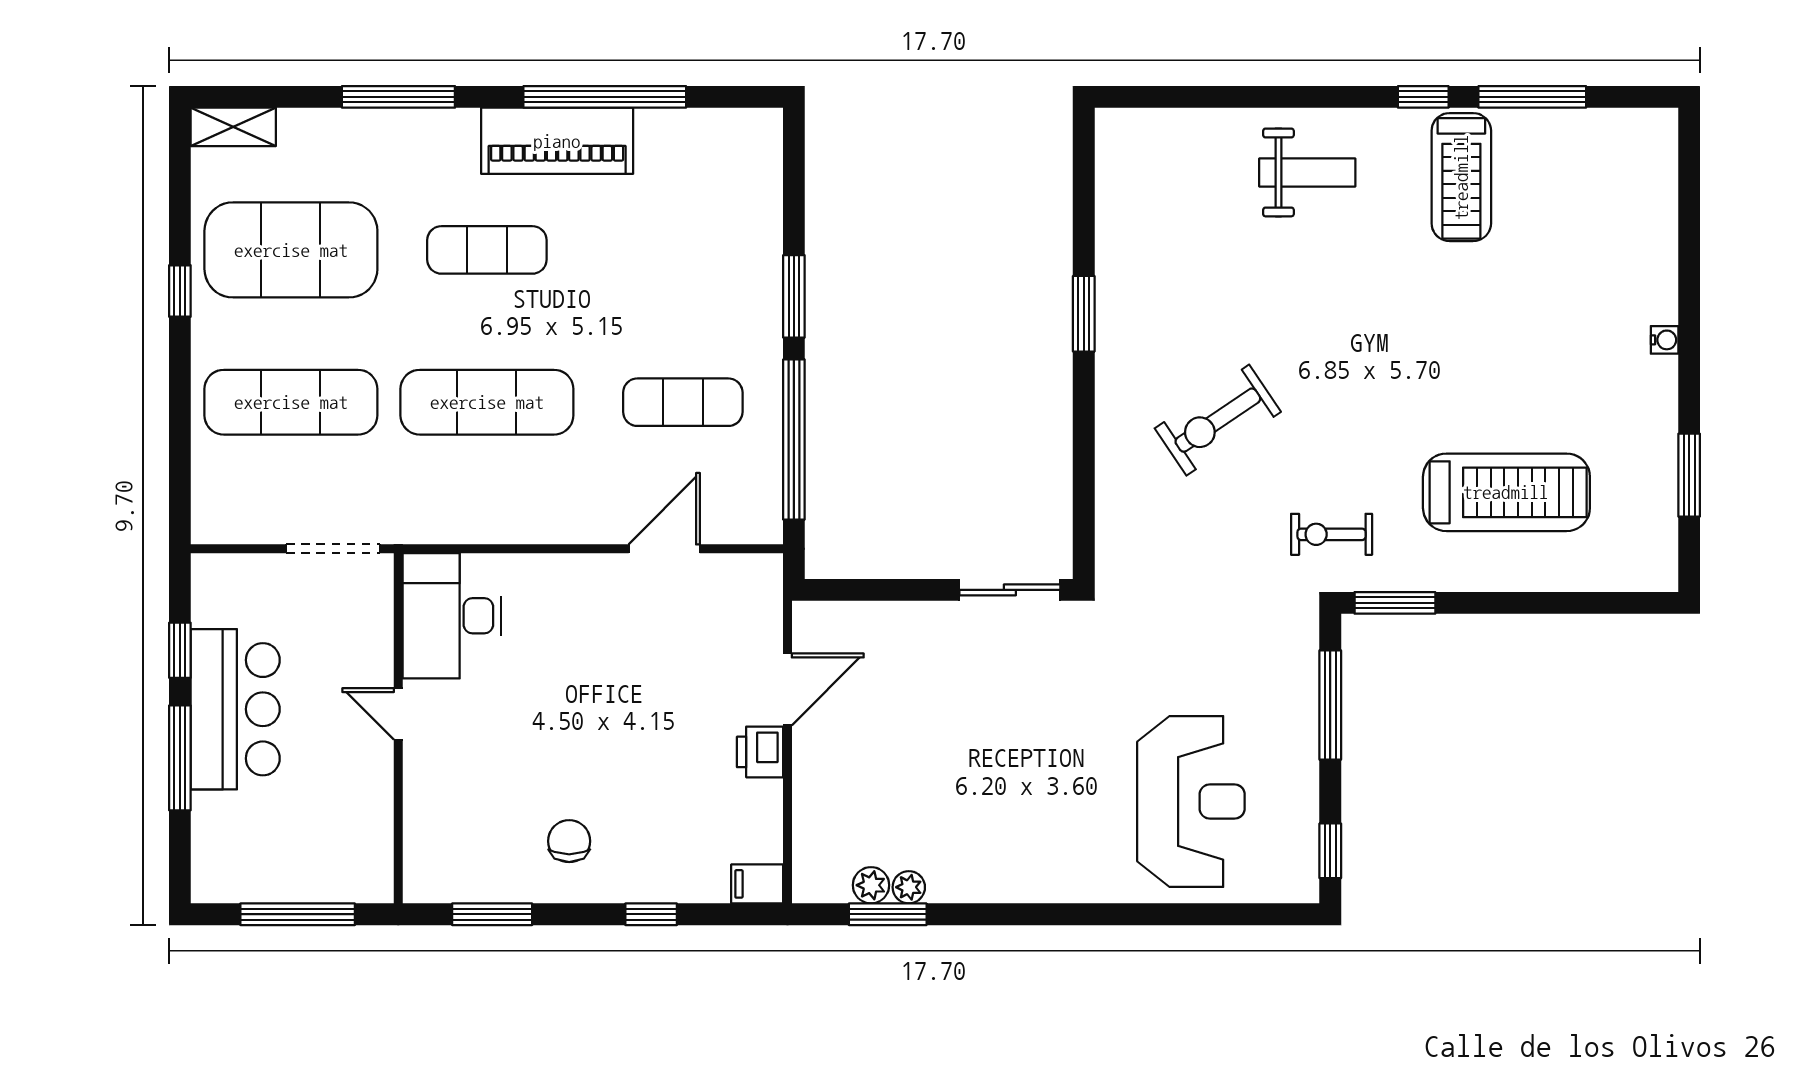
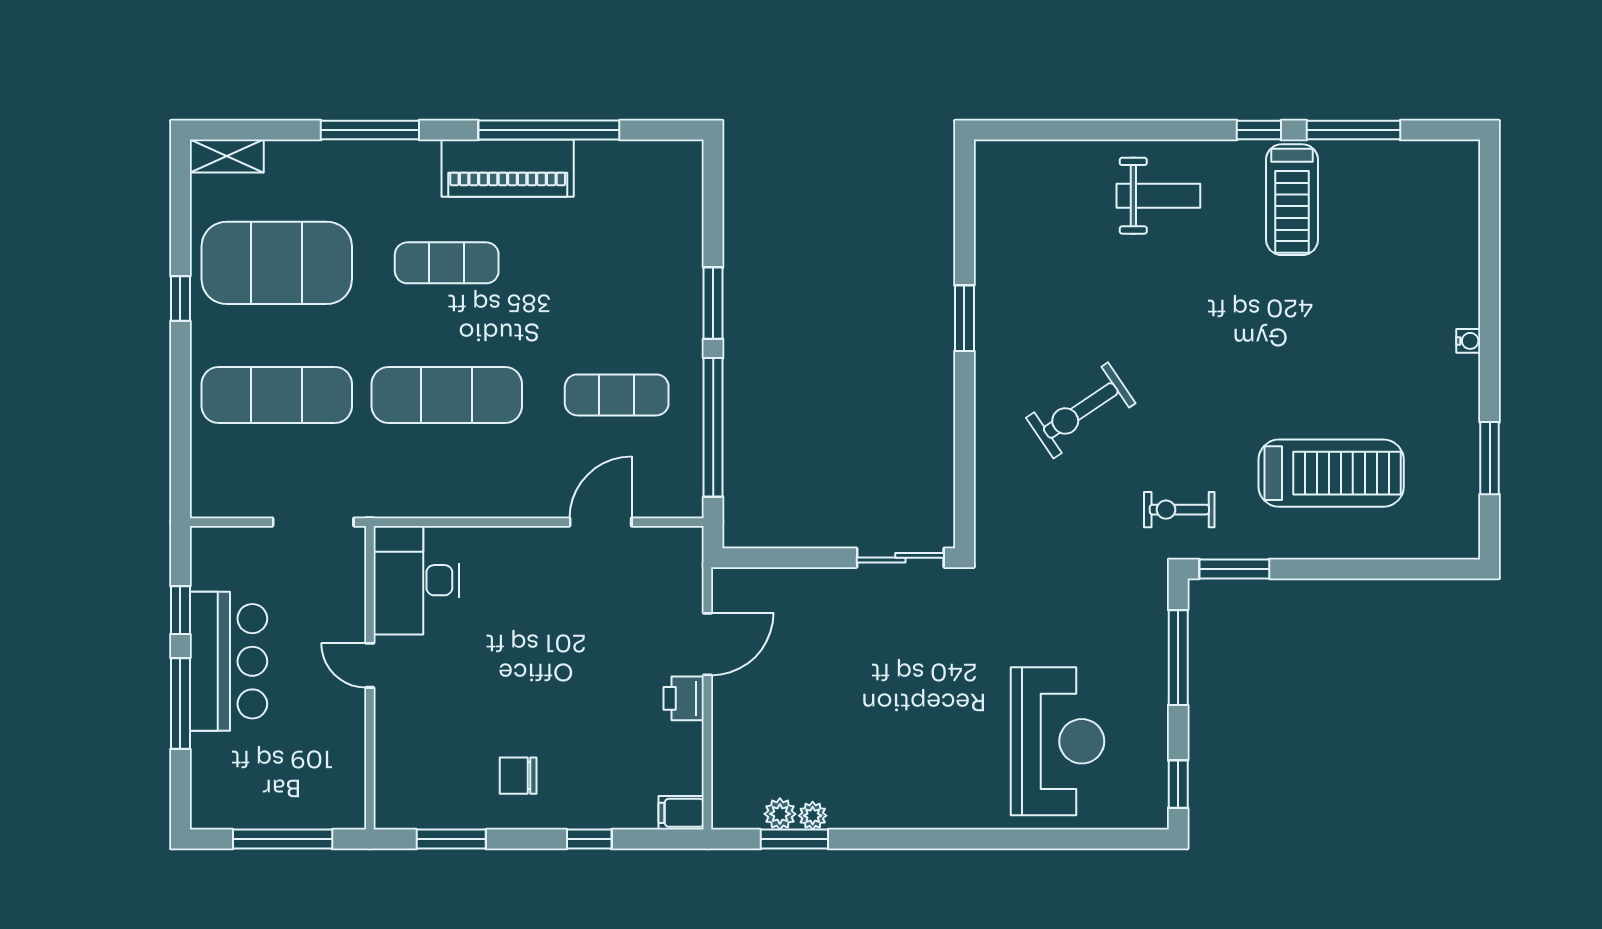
chair: (569, 841) -> (518, 776), turned -90

